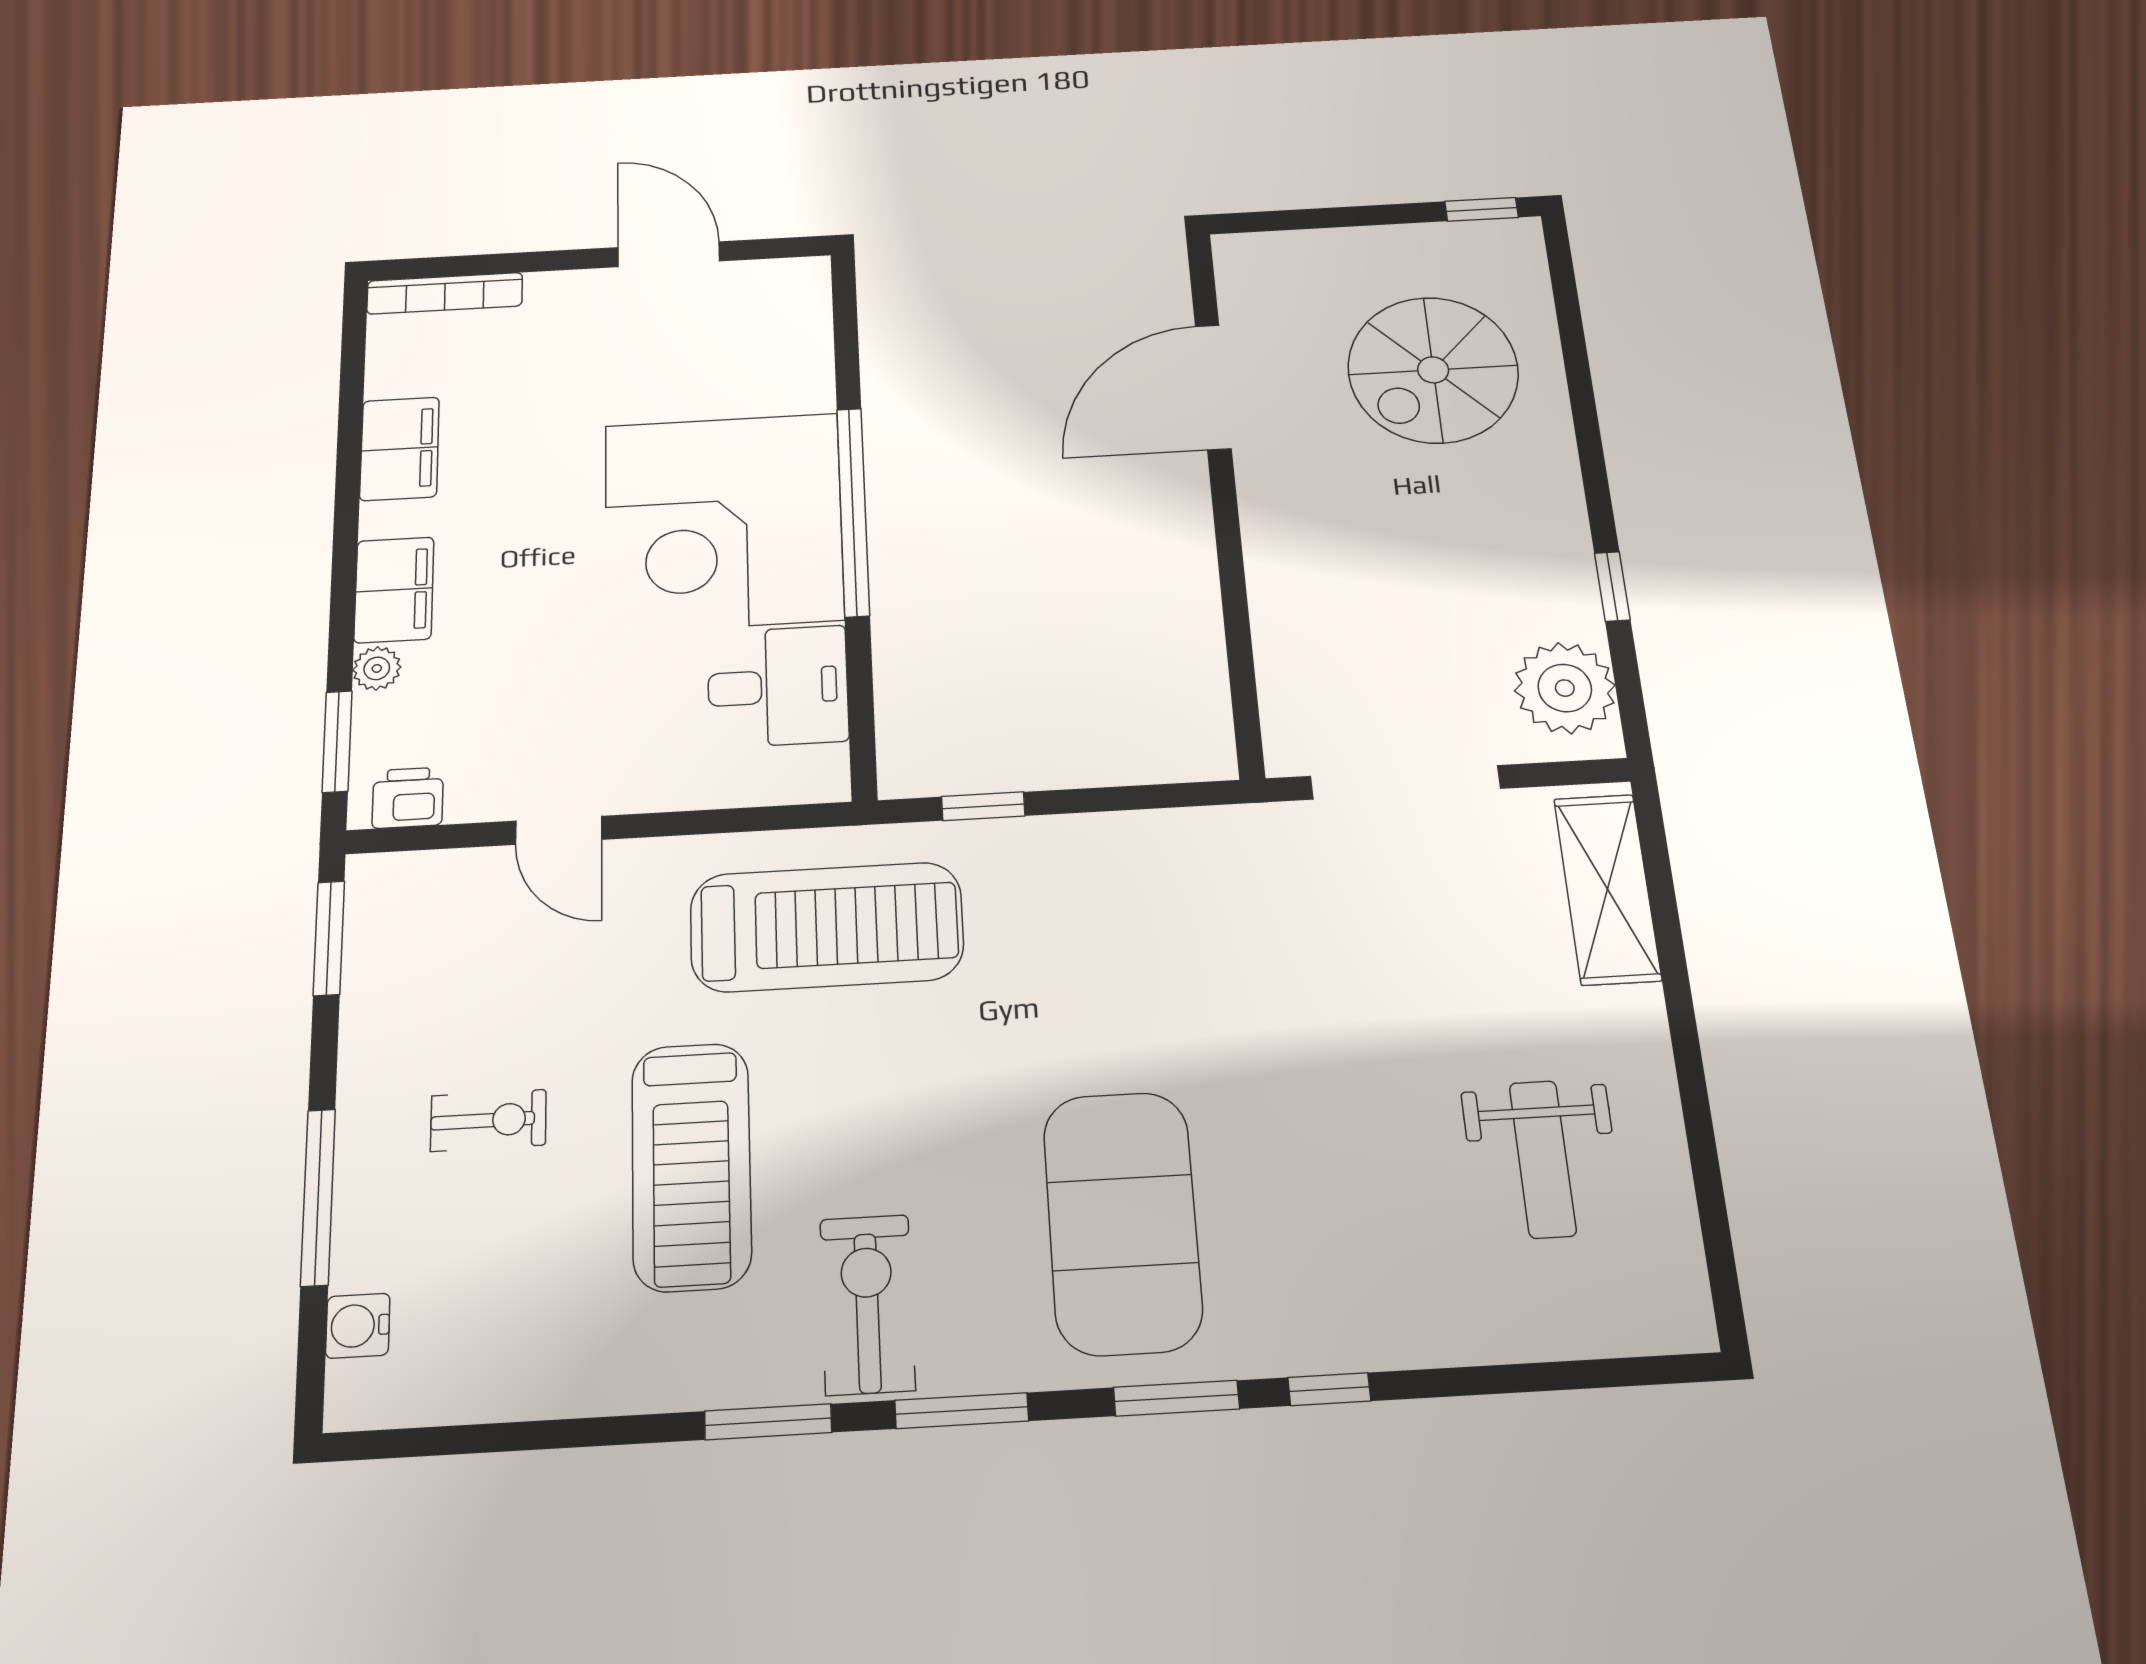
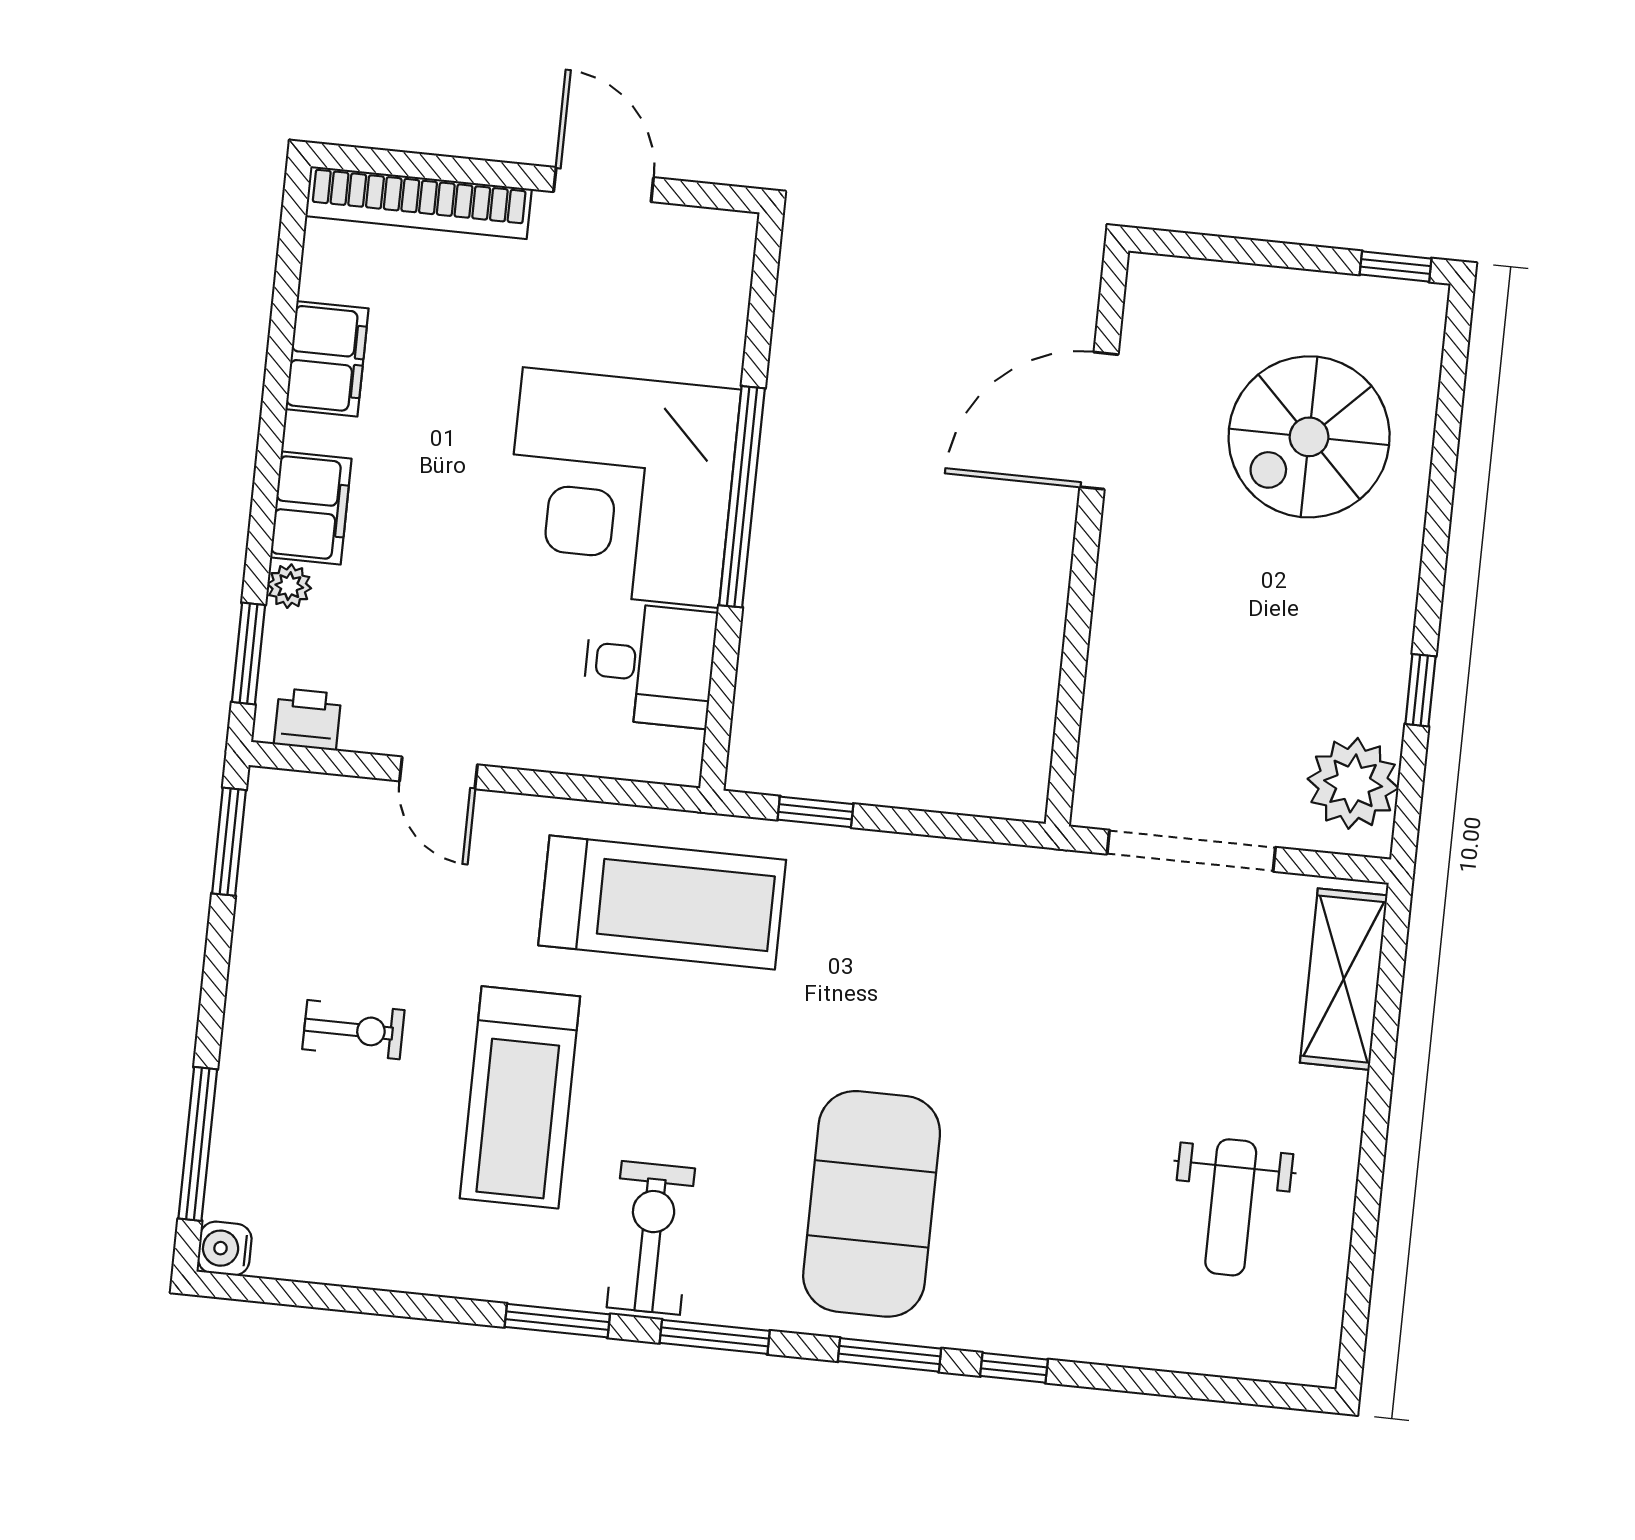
bookcase: (445, 293) -> (419, 203), width x1.48, depth x1.31
window: (318, 1197) -> (198, 1144), moved
water cooler: (358, 1326) -> (225, 1249), moved

